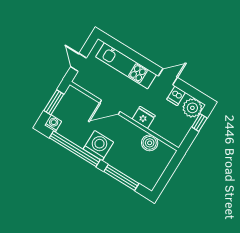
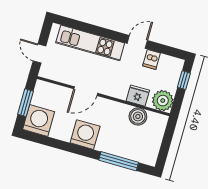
plant: (192, 108) -> (163, 101), moved
fridge: (144, 117) -> (138, 96), moved
washing machine: (53, 123) -> (39, 121), width x1.89, depth x1.89
window: (75, 149) -> (61, 145), removed

